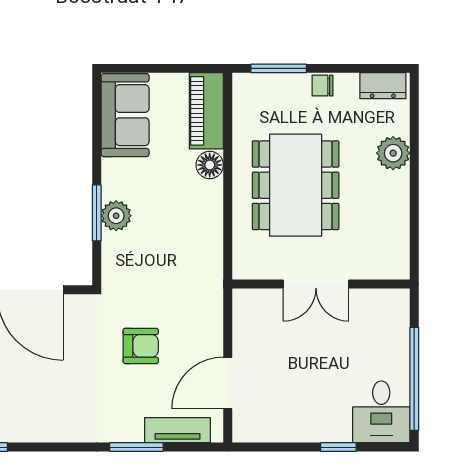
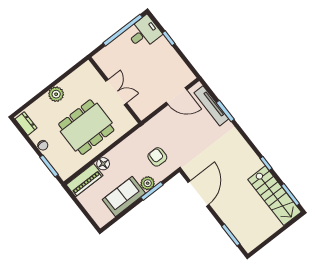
sofa: (125, 115) -> (124, 196), moved
plant: (393, 153) -> (56, 94), moved
armchair: (141, 346) -> (157, 157), moved
tv unit: (178, 430) -> (211, 106), width x1.41

